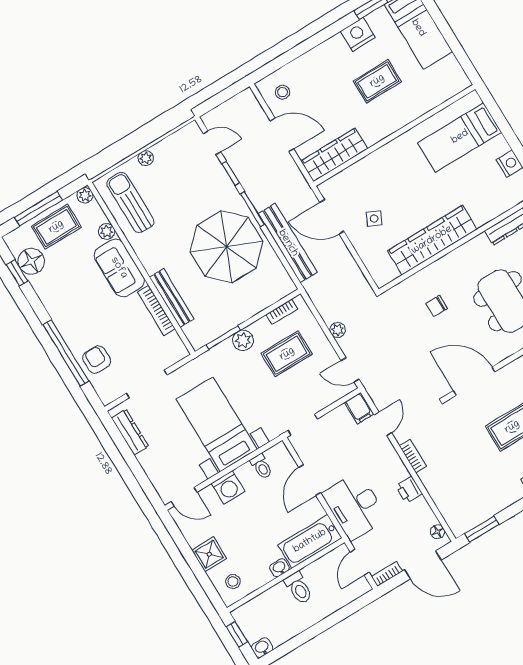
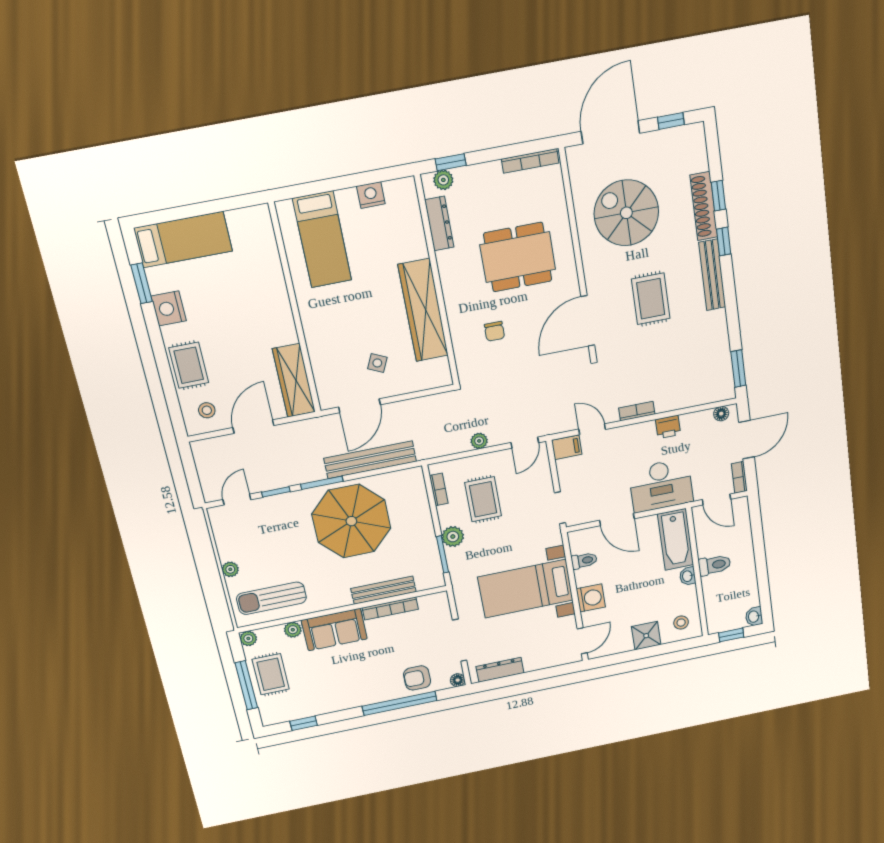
rug: (377, 81) -> (189, 365), moved
floor lamp: (31, 261) -> (458, 680), moved, width x0.53, depth x0.53

